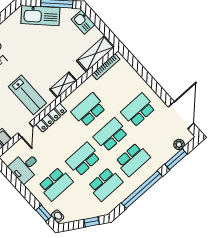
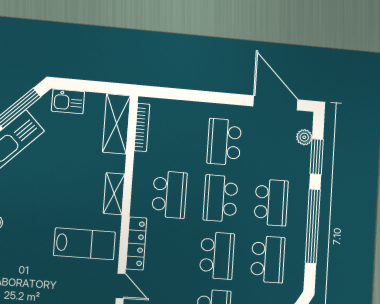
school desk: (88, 110) -> (169, 194), turned 180
school desk: (83, 159) -> (217, 256), turned 180

